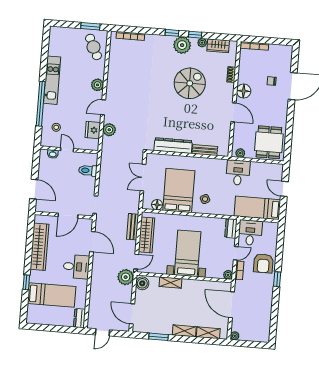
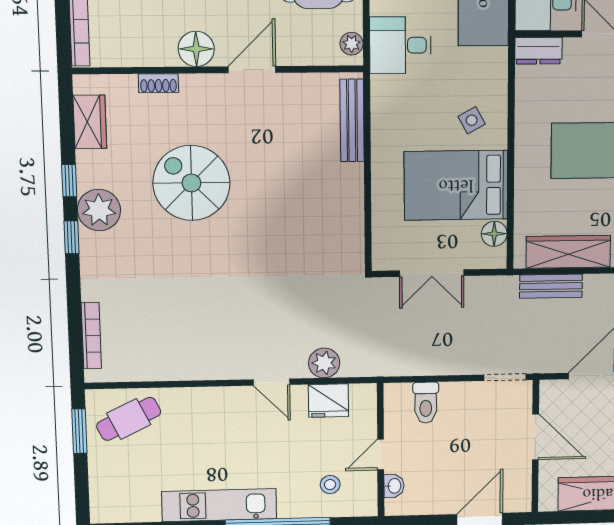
plant: (202, 43) -> (87, 162), removed
plant: (97, 85) -> (219, 401), removed
dresser: (173, 146) -> (348, 209), removed
bench: (205, 150) -> (352, 120), width x1.36

